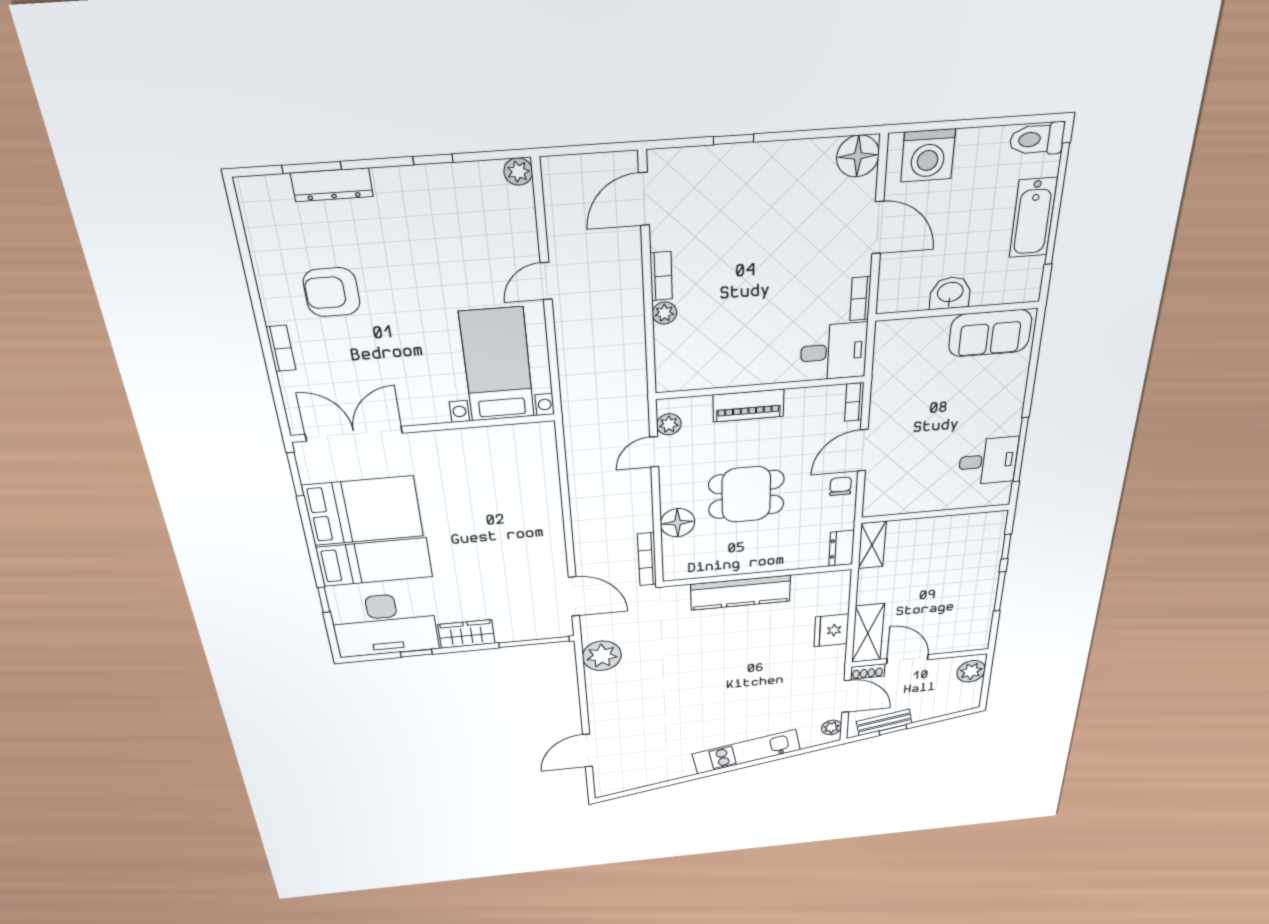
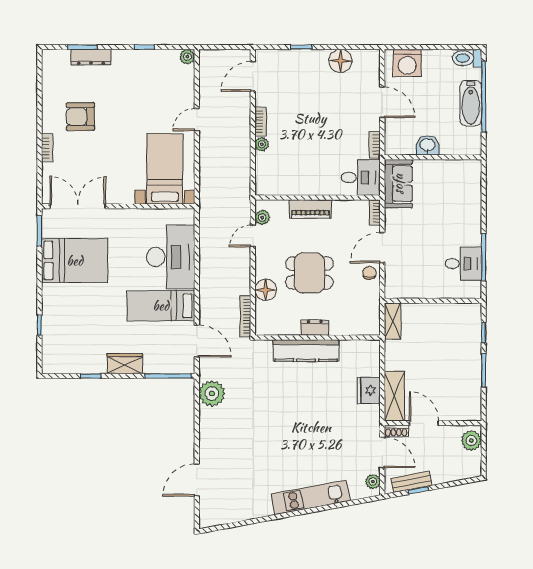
floor lamp: (858, 156) -> (340, 61), moved
sofa: (990, 333) -> (398, 184), moved, turned -90
dresser: (842, 548) -> (315, 328), moved, turned 90
bed: (375, 562) -> (161, 306), moved, turned 180
desk: (384, 625) -> (171, 257), moved, turned -90

